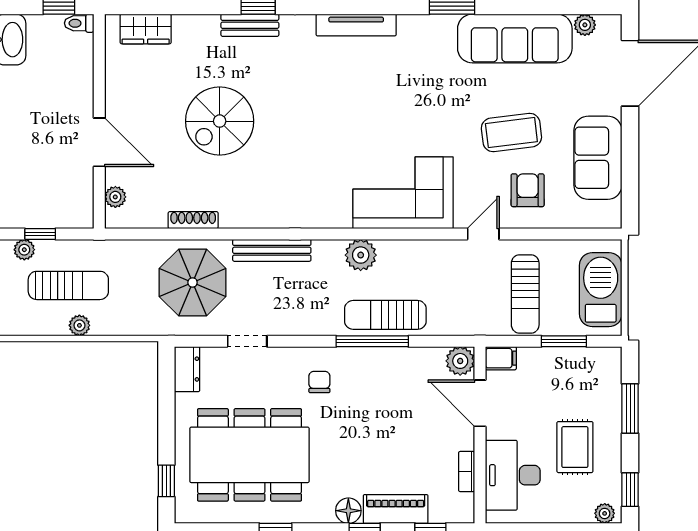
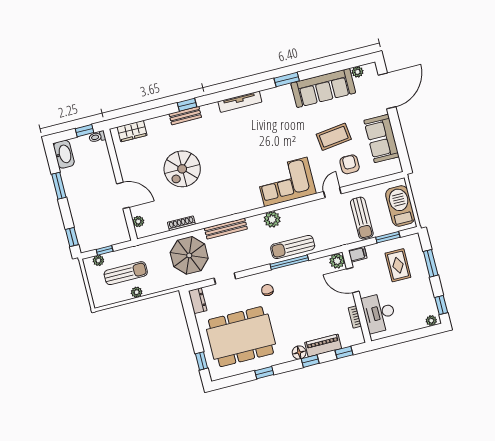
rug: (575, 447) -> (398, 265), moved

